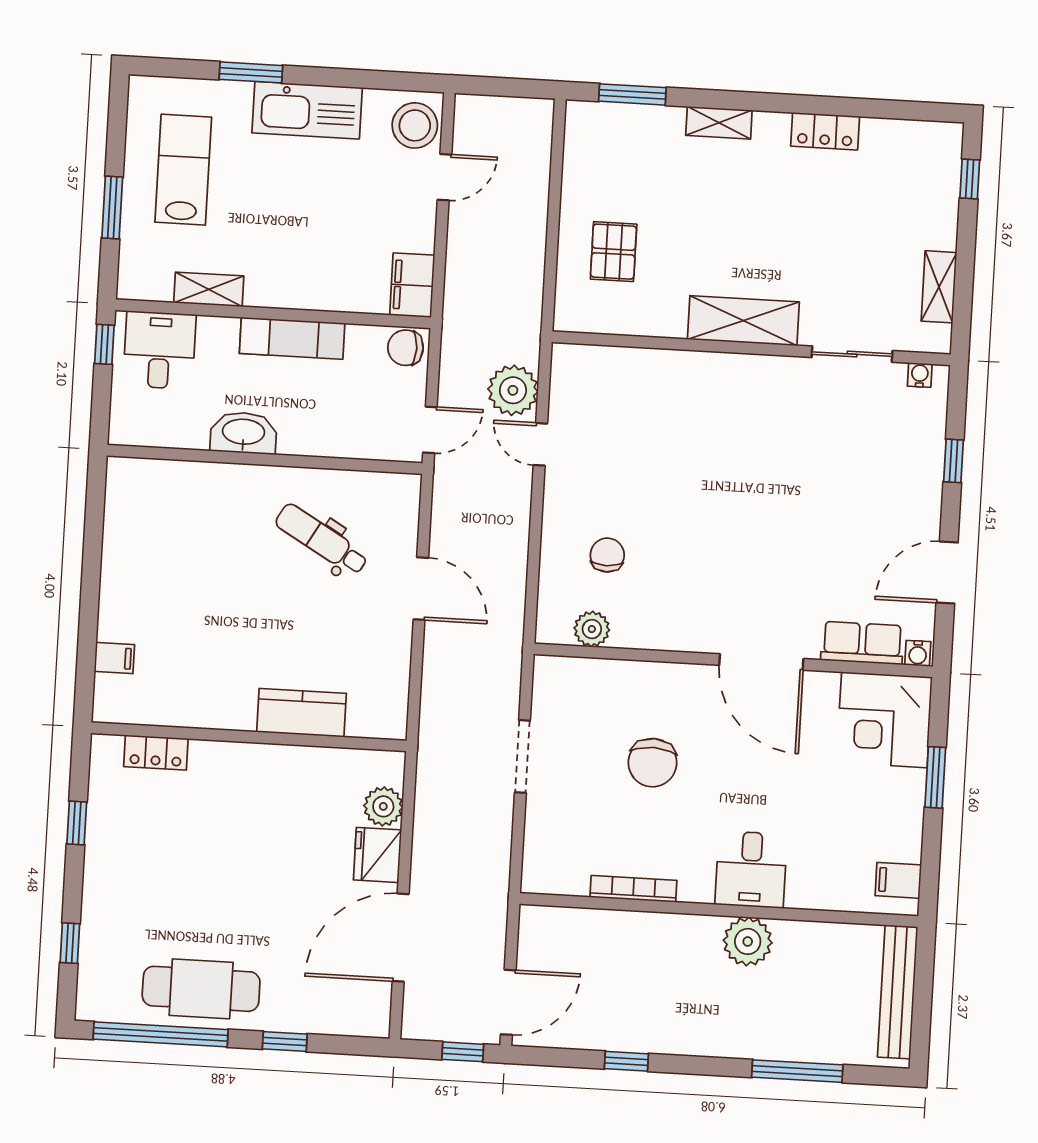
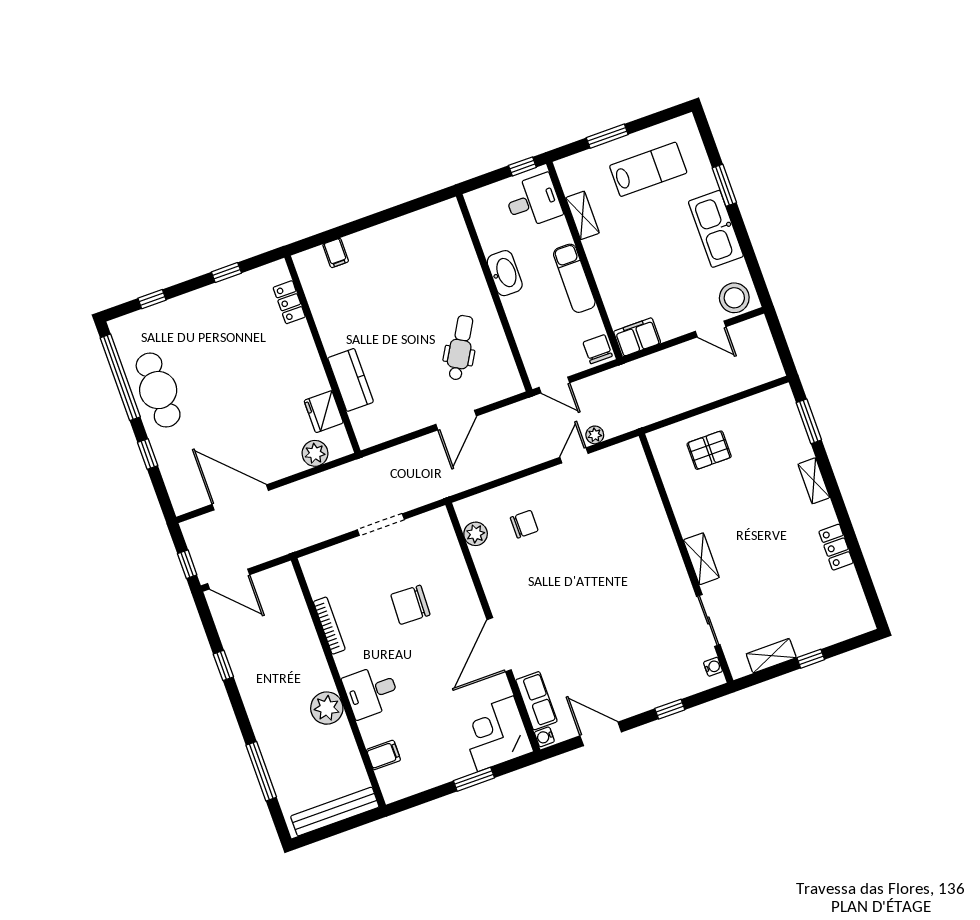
window: (970, 179) -> (811, 659), moved
shelving: (743, 321) -> (701, 559), width x0.67, depth x0.75
plant: (513, 390) -> (595, 435), width x0.53, depth x0.53
fridge: (377, 855) -> (324, 412), moved, turned -90
filing cabinet: (898, 880) -> (383, 755), moved, turned 90

